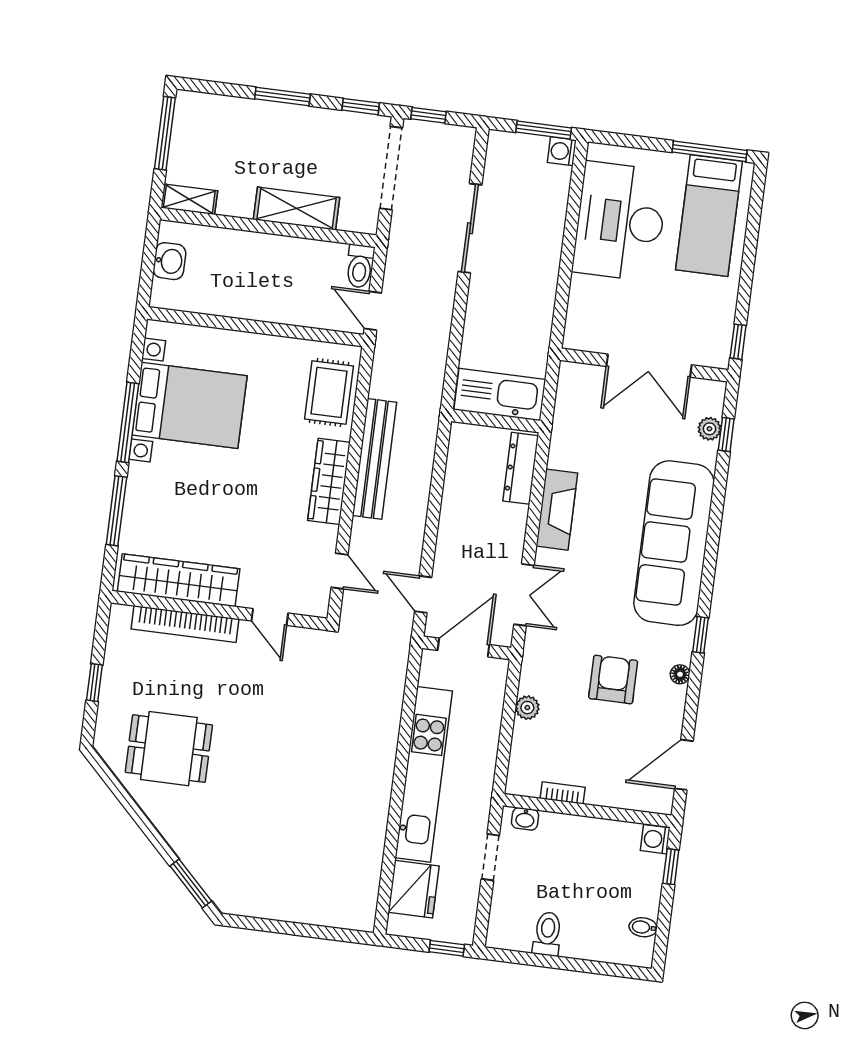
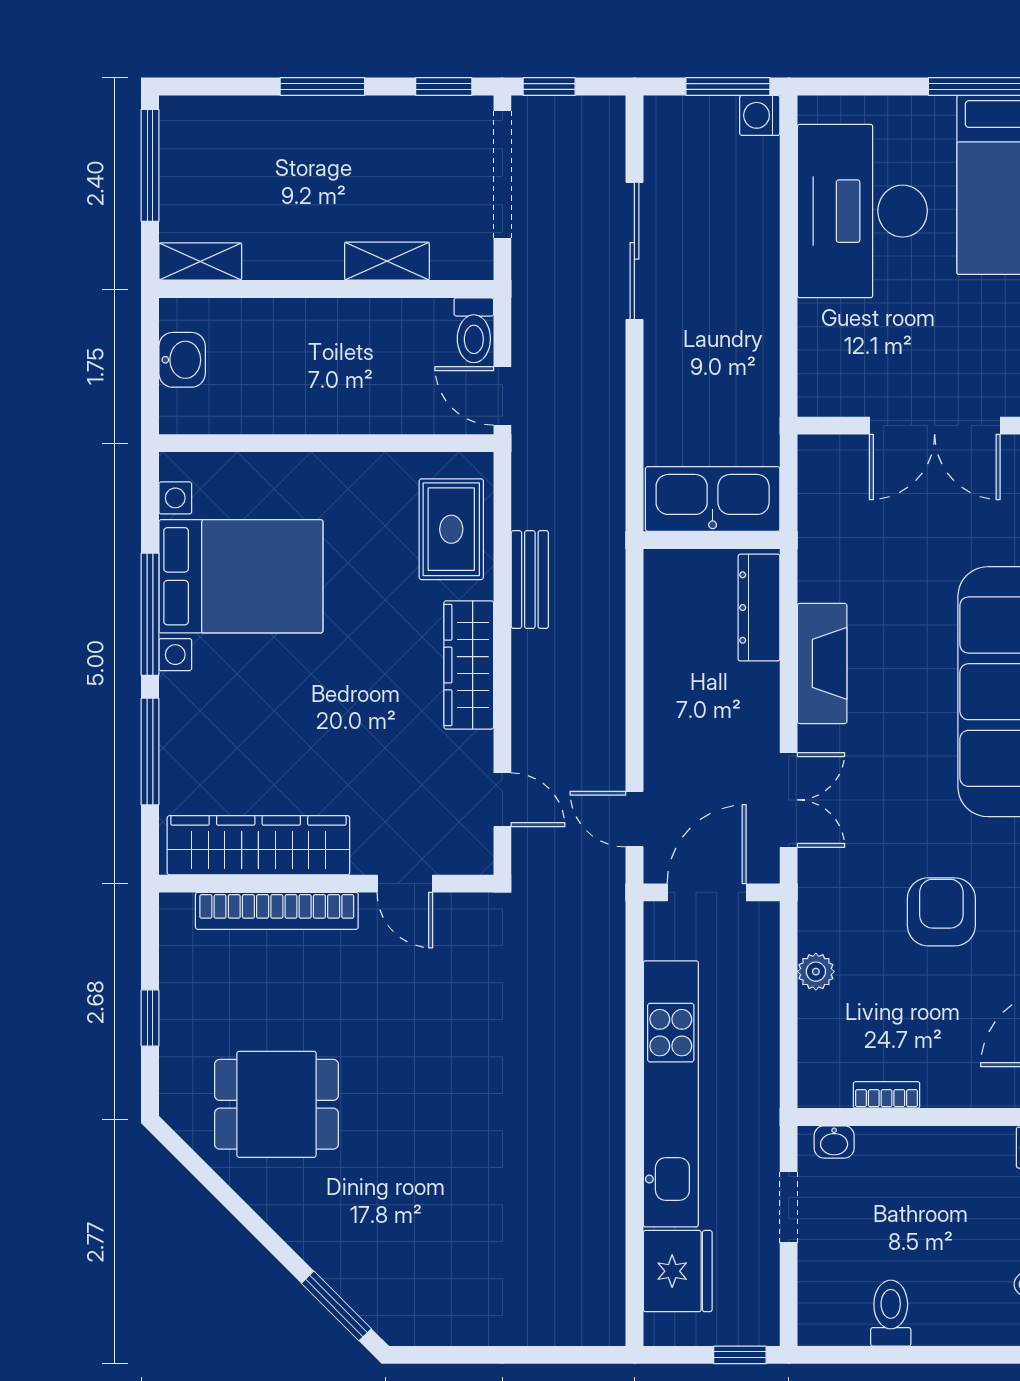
shelving: (296, 209) -> (387, 261), width x0.67, depth x0.75
bench: (374, 459) -> (530, 580), width x0.54, depth x0.82

